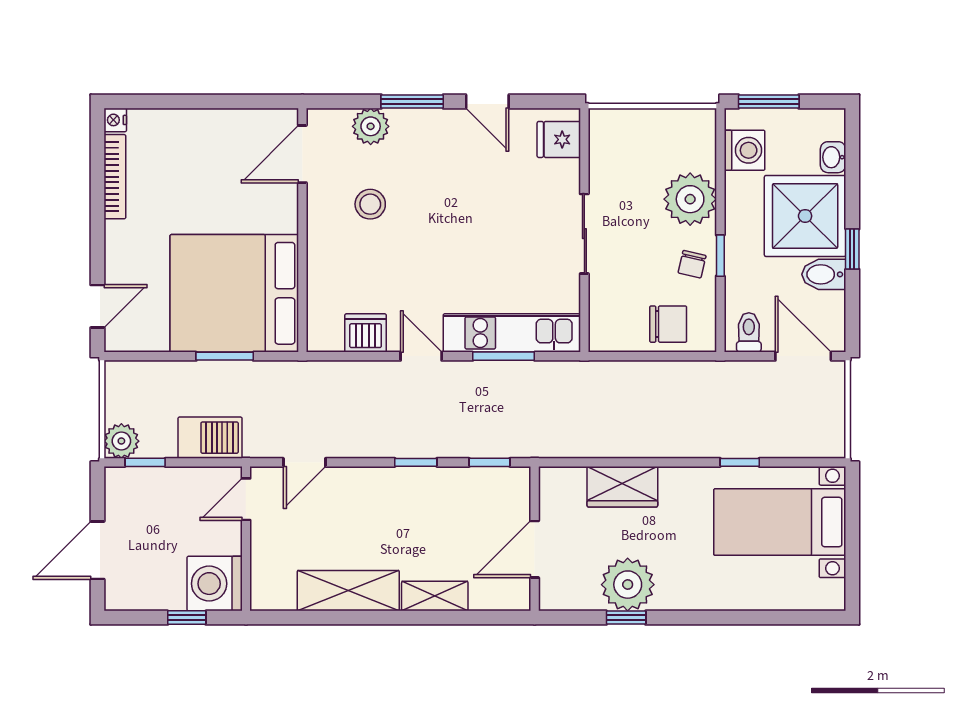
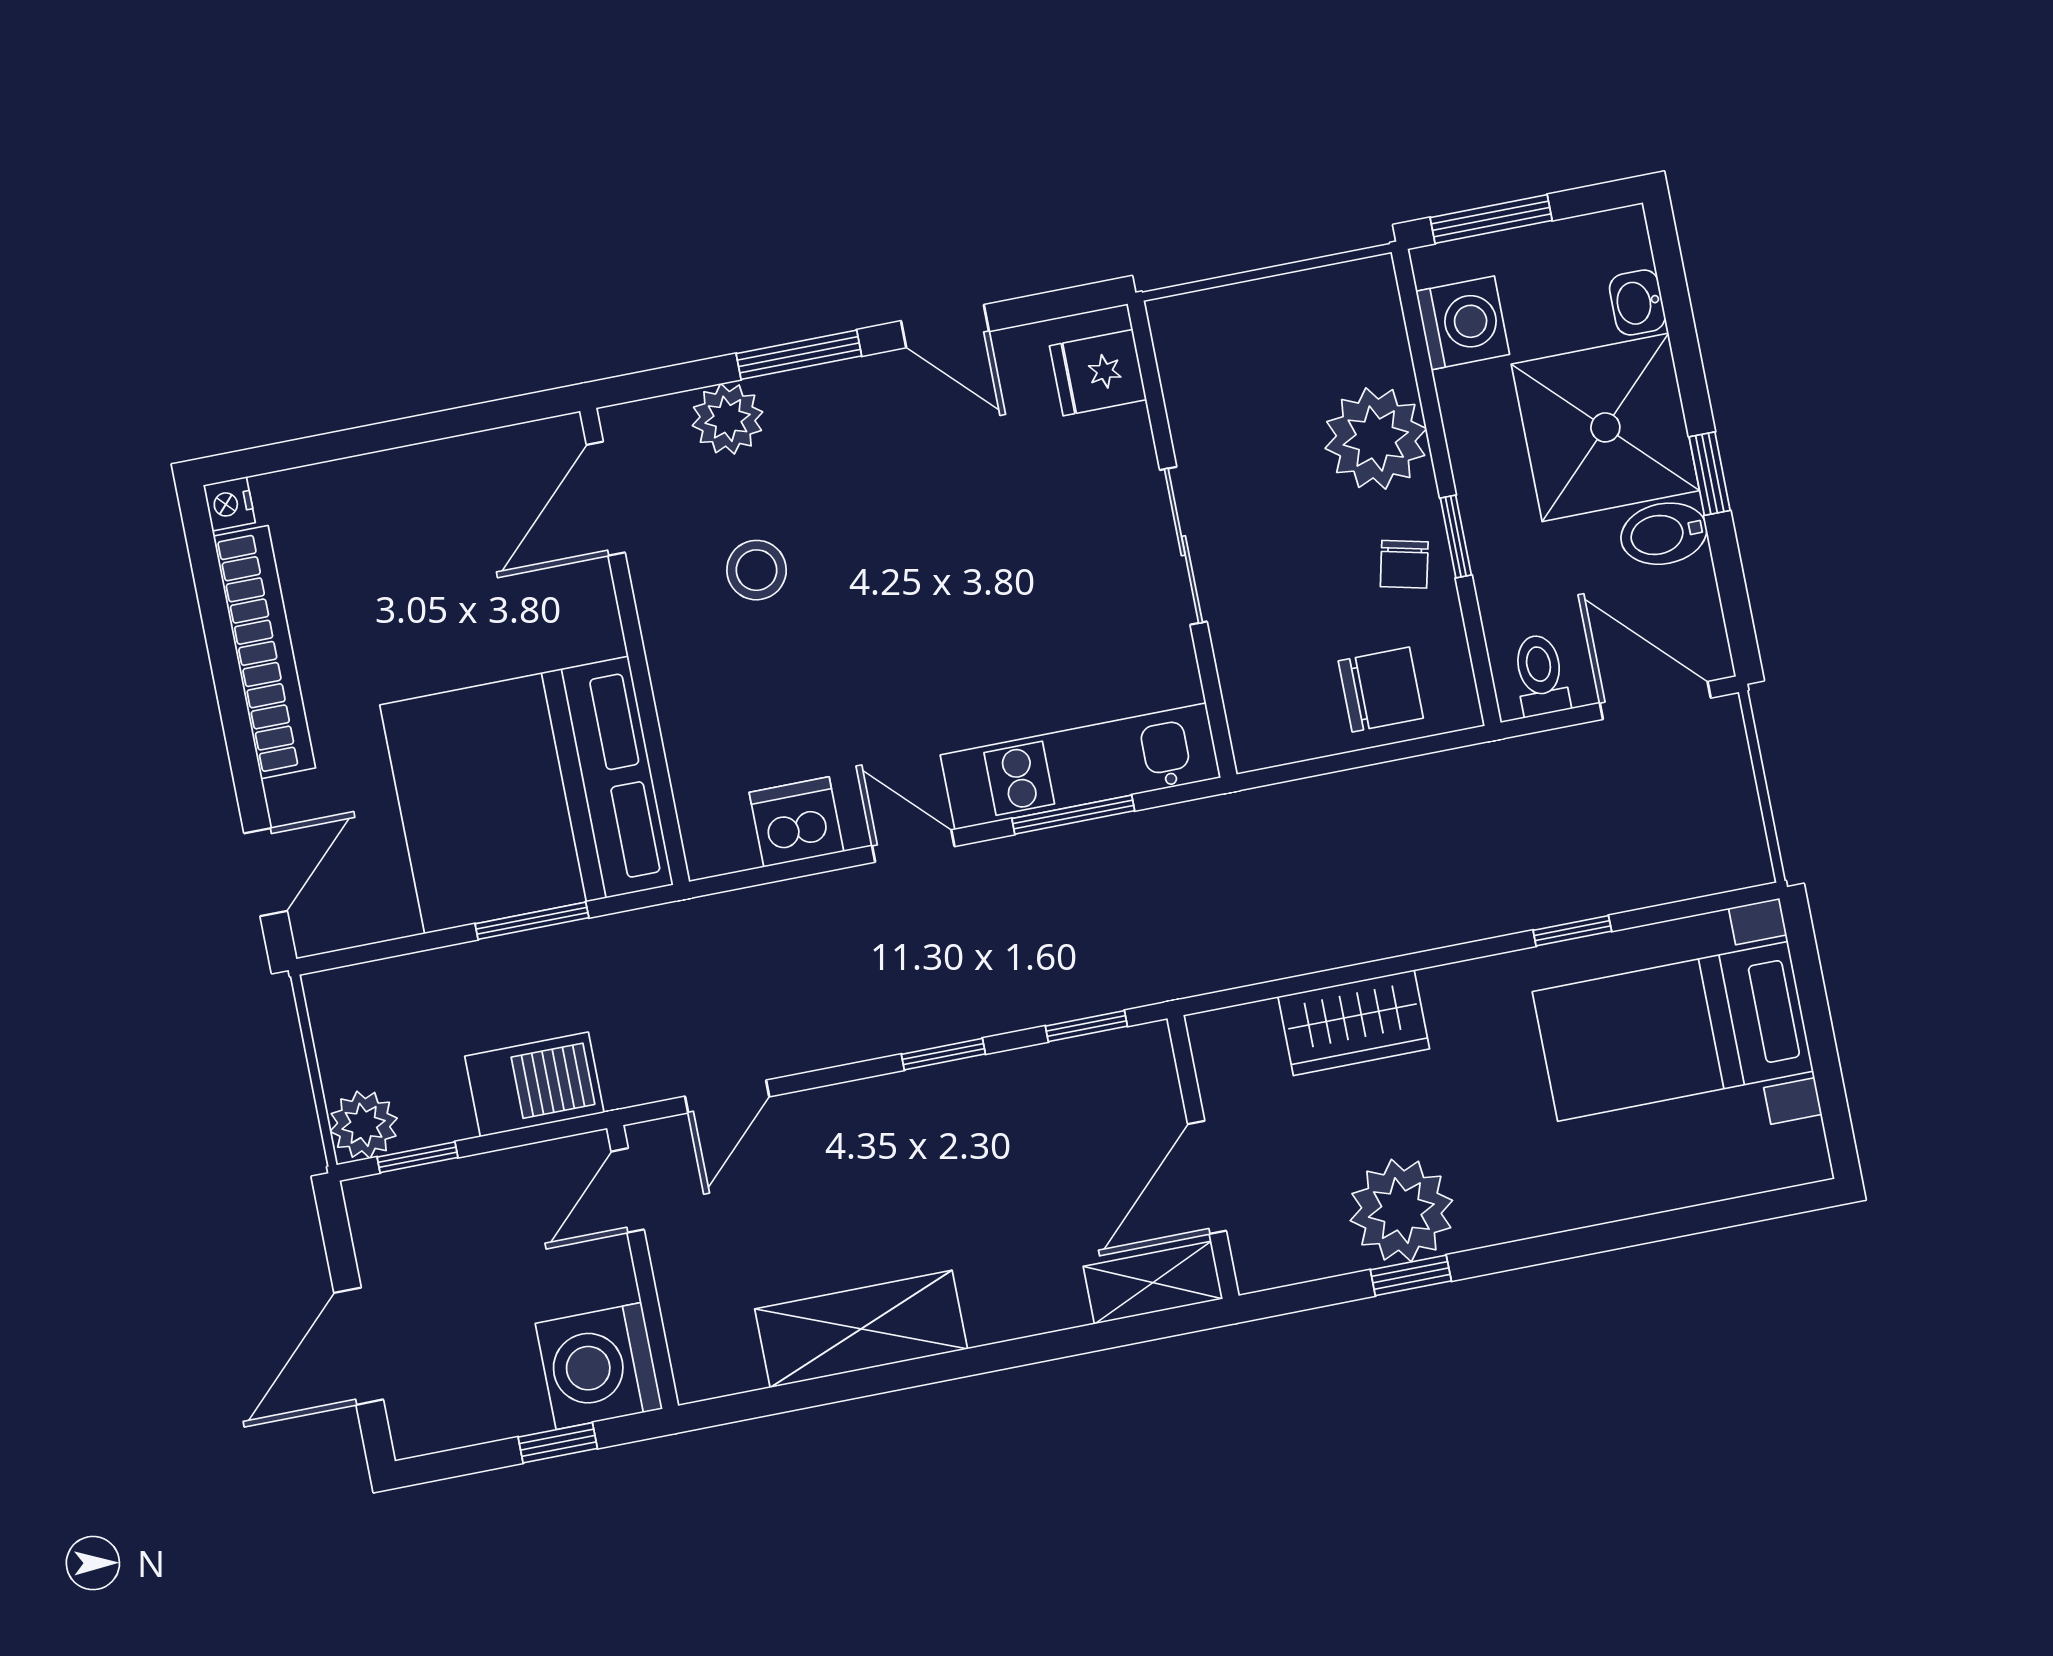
bookcase: (115, 177) -> (264, 652), width x1.48, depth x1.31
shelving: (435, 596) -> (1153, 1283), moved

